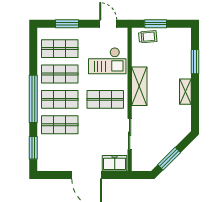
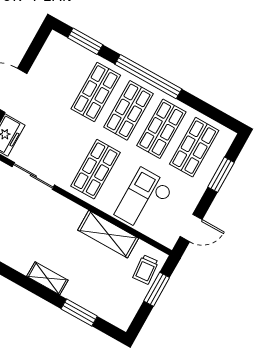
shelving: (139, 86) -> (108, 234), moved

